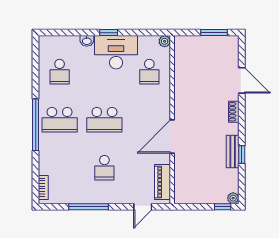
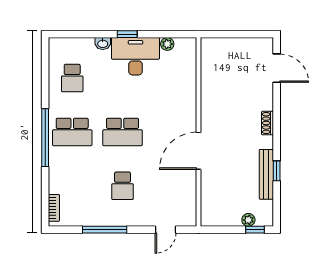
window: (214, 33) -> (245, 34), removed
plant: (165, 41) -> (167, 44), moved
school desk: (149, 72) -> (173, 78), removed
door: (242, 80) -> (277, 68), moved
bench: (233, 152) -> (266, 174), width x1.36
piano: (163, 182) -> (188, 202), removed
plant: (233, 198) -> (248, 220), moved

